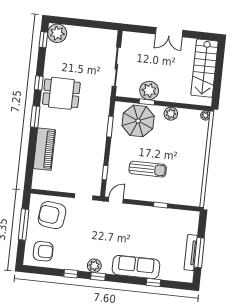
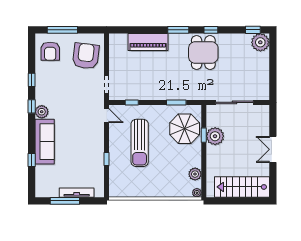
plant: (171, 114) -> (195, 174), moved
sun lounger: (148, 169) -> (140, 143), width x1.36, depth x1.34
window: (24, 225) -> (62, 30), moved
tv unit: (191, 253) -> (77, 193), moved
plant: (94, 266) -> (42, 112), moved

